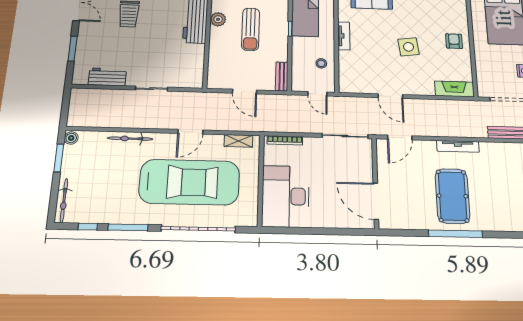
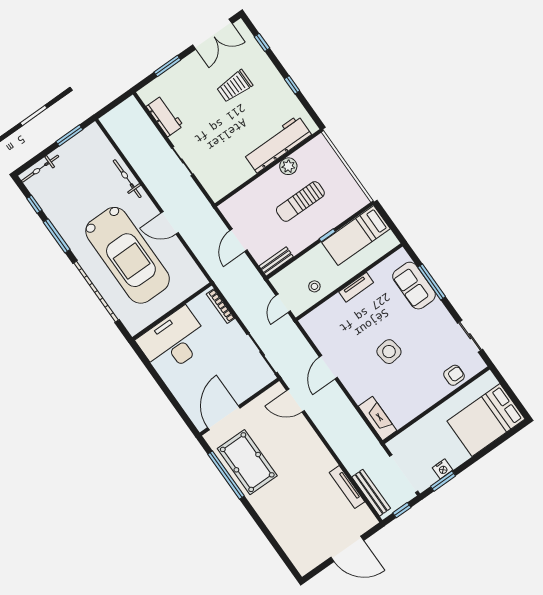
armchair: (454, 41) -> (454, 375), moved
boiler: (71, 138) -> (92, 131), removed
shelving: (238, 141) -> (191, 268), removed
tv unit: (458, 146) -> (347, 487), moved
pool table: (452, 196) -> (247, 462), moved, turned 90
window: (456, 234) -> (226, 475), moved

